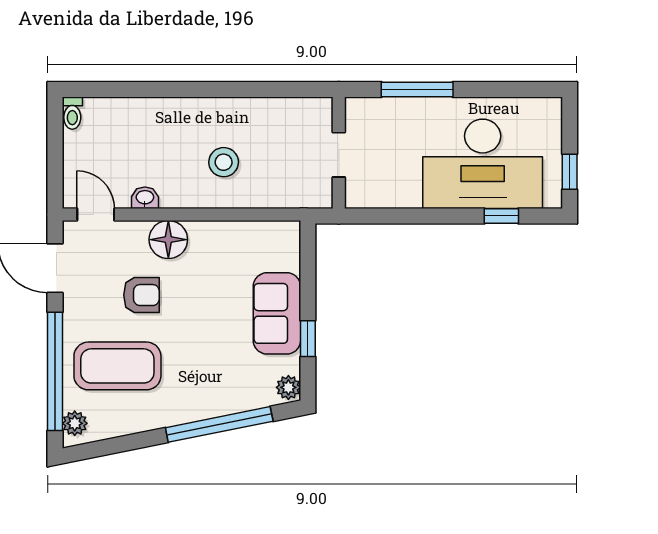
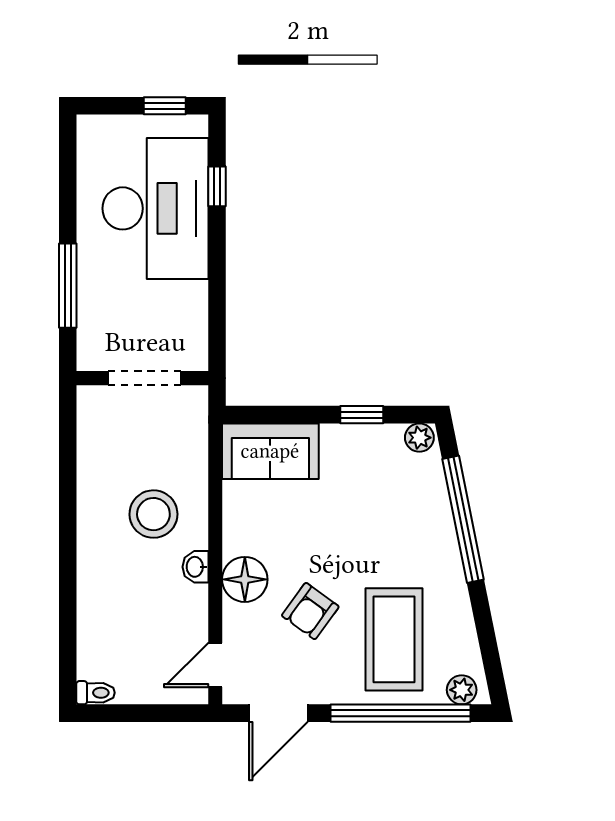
doorway: (339, 155) -> (145, 378), width x1.38
stool: (224, 162) -> (153, 514), width x1.38, depth x1.38
washbasin: (145, 198) -> (195, 567), moved
armchair: (141, 295) -> (310, 611), turned -144
sofa: (277, 313) -> (270, 451), moved

